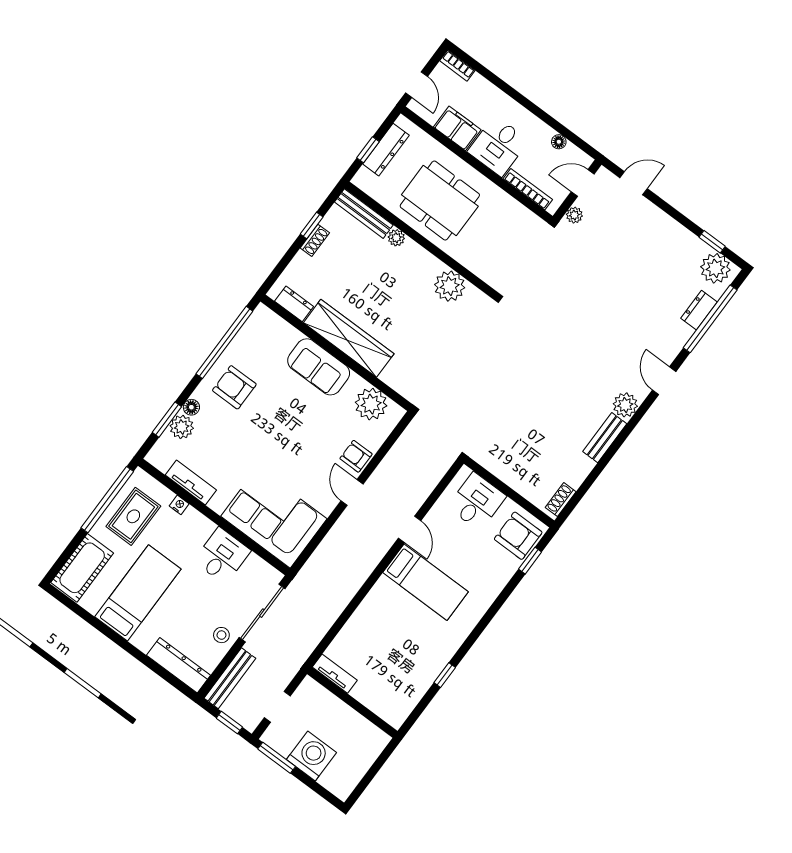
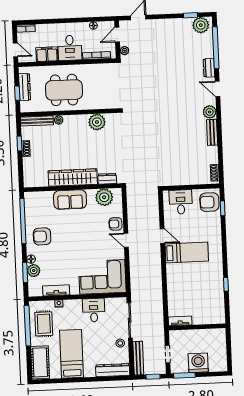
dresser: (294, 304) -> (107, 179), moved
dresser: (699, 310) -> (209, 68), moved

